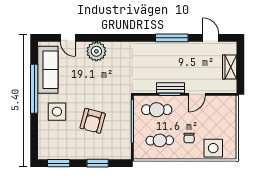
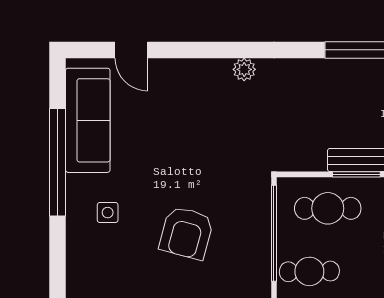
plant: (96, 51) -> (244, 69), moved, width x0.53, depth x0.53
side table: (57, 112) -> (108, 213), width x0.54, depth x0.54
cafe table: (160, 140) -> (309, 271), moved

